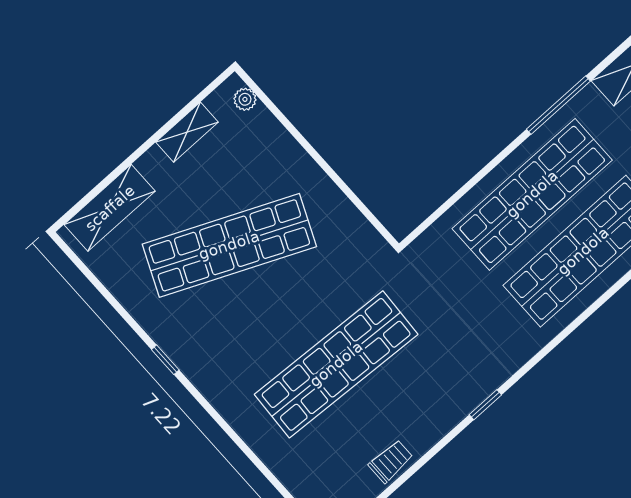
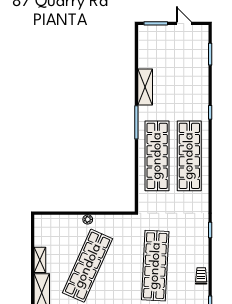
plant: (245, 99) -> (88, 219), moved
shelving: (187, 132) -> (40, 260), moved

